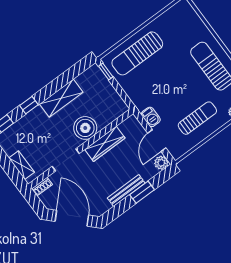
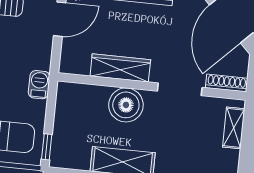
barbecue: (151, 117) -> (39, 85), moved
shoe rack: (42, 187) -> (227, 83), width x1.43

